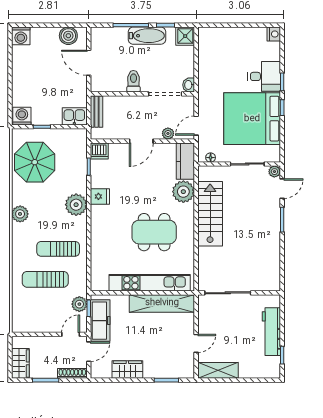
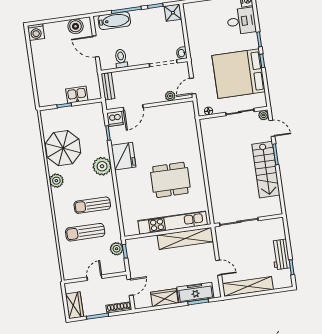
bathtub: (147, 36) -> (114, 21), moved
desk: (264, 76) -> (241, 21), moved
toilet: (133, 81) -> (121, 59), moved
washing machine: (22, 116) -> (46, 99), removed
kitchen sink: (74, 116) -> (77, 95), moved
door: (141, 141) -> (133, 108), moved
kitchen counter: (185, 161) -> (188, 117), removed
parasol: (35, 162) -> (63, 148), moved
door: (282, 189) -> (272, 128), hinge flipped
plant: (183, 192) -> (190, 143), removed
fridge: (100, 196) -> (124, 156), width x1.88, depth x1.34
stairs: (210, 214) -> (266, 170), moved, turned 180
freezer: (100, 321) -> (195, 293), moved, turned -90
workbench: (271, 332) -> (281, 254), width x0.73
door: (71, 334) -> (94, 278), moved
door: (196, 343) -> (219, 268), hinge flipped
shelving: (218, 370) -> (248, 287), width x1.47

